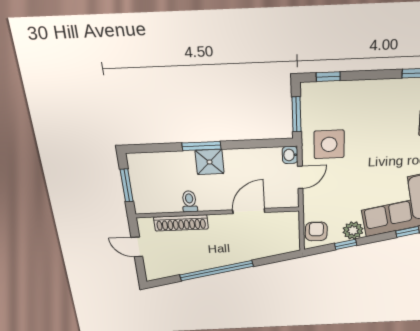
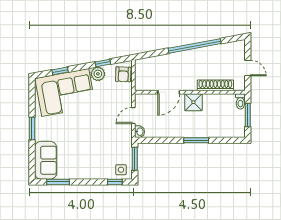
side table: (329, 144) -> (121, 170), moved, width x0.54, depth x0.54
shower: (210, 162) -> (193, 102), moved
toilet: (189, 201) -> (240, 101), moved

